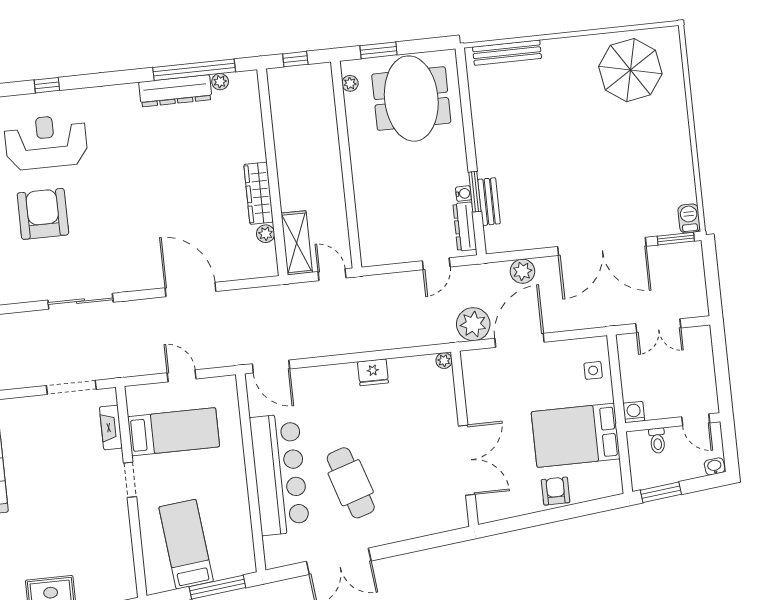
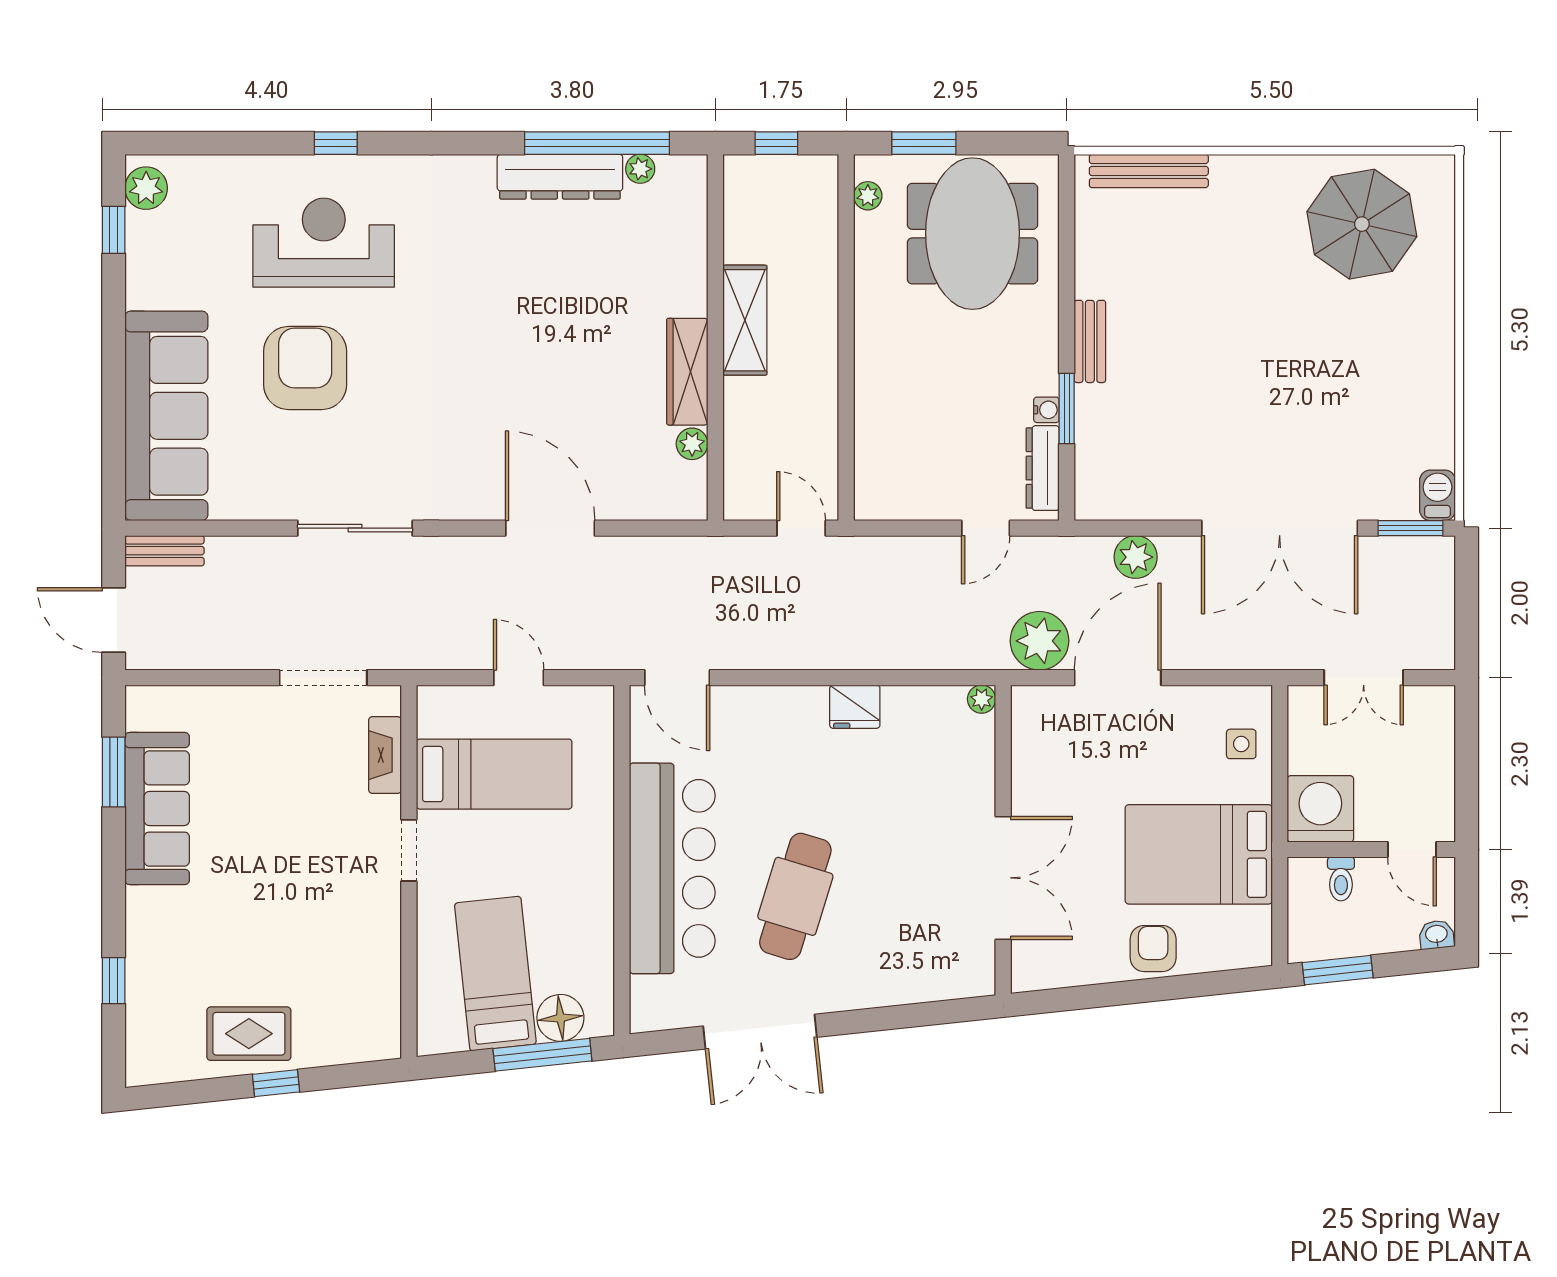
bench: (489, 202) -> (1090, 341), moved
shelving: (297, 243) -> (745, 320), moved
washing machine: (634, 412) -> (1320, 809), width x1.89, depth x1.89
cafe table: (351, 483) -> (795, 896), turned 35
floor lamp: (225, 565) -> (560, 1018), added

